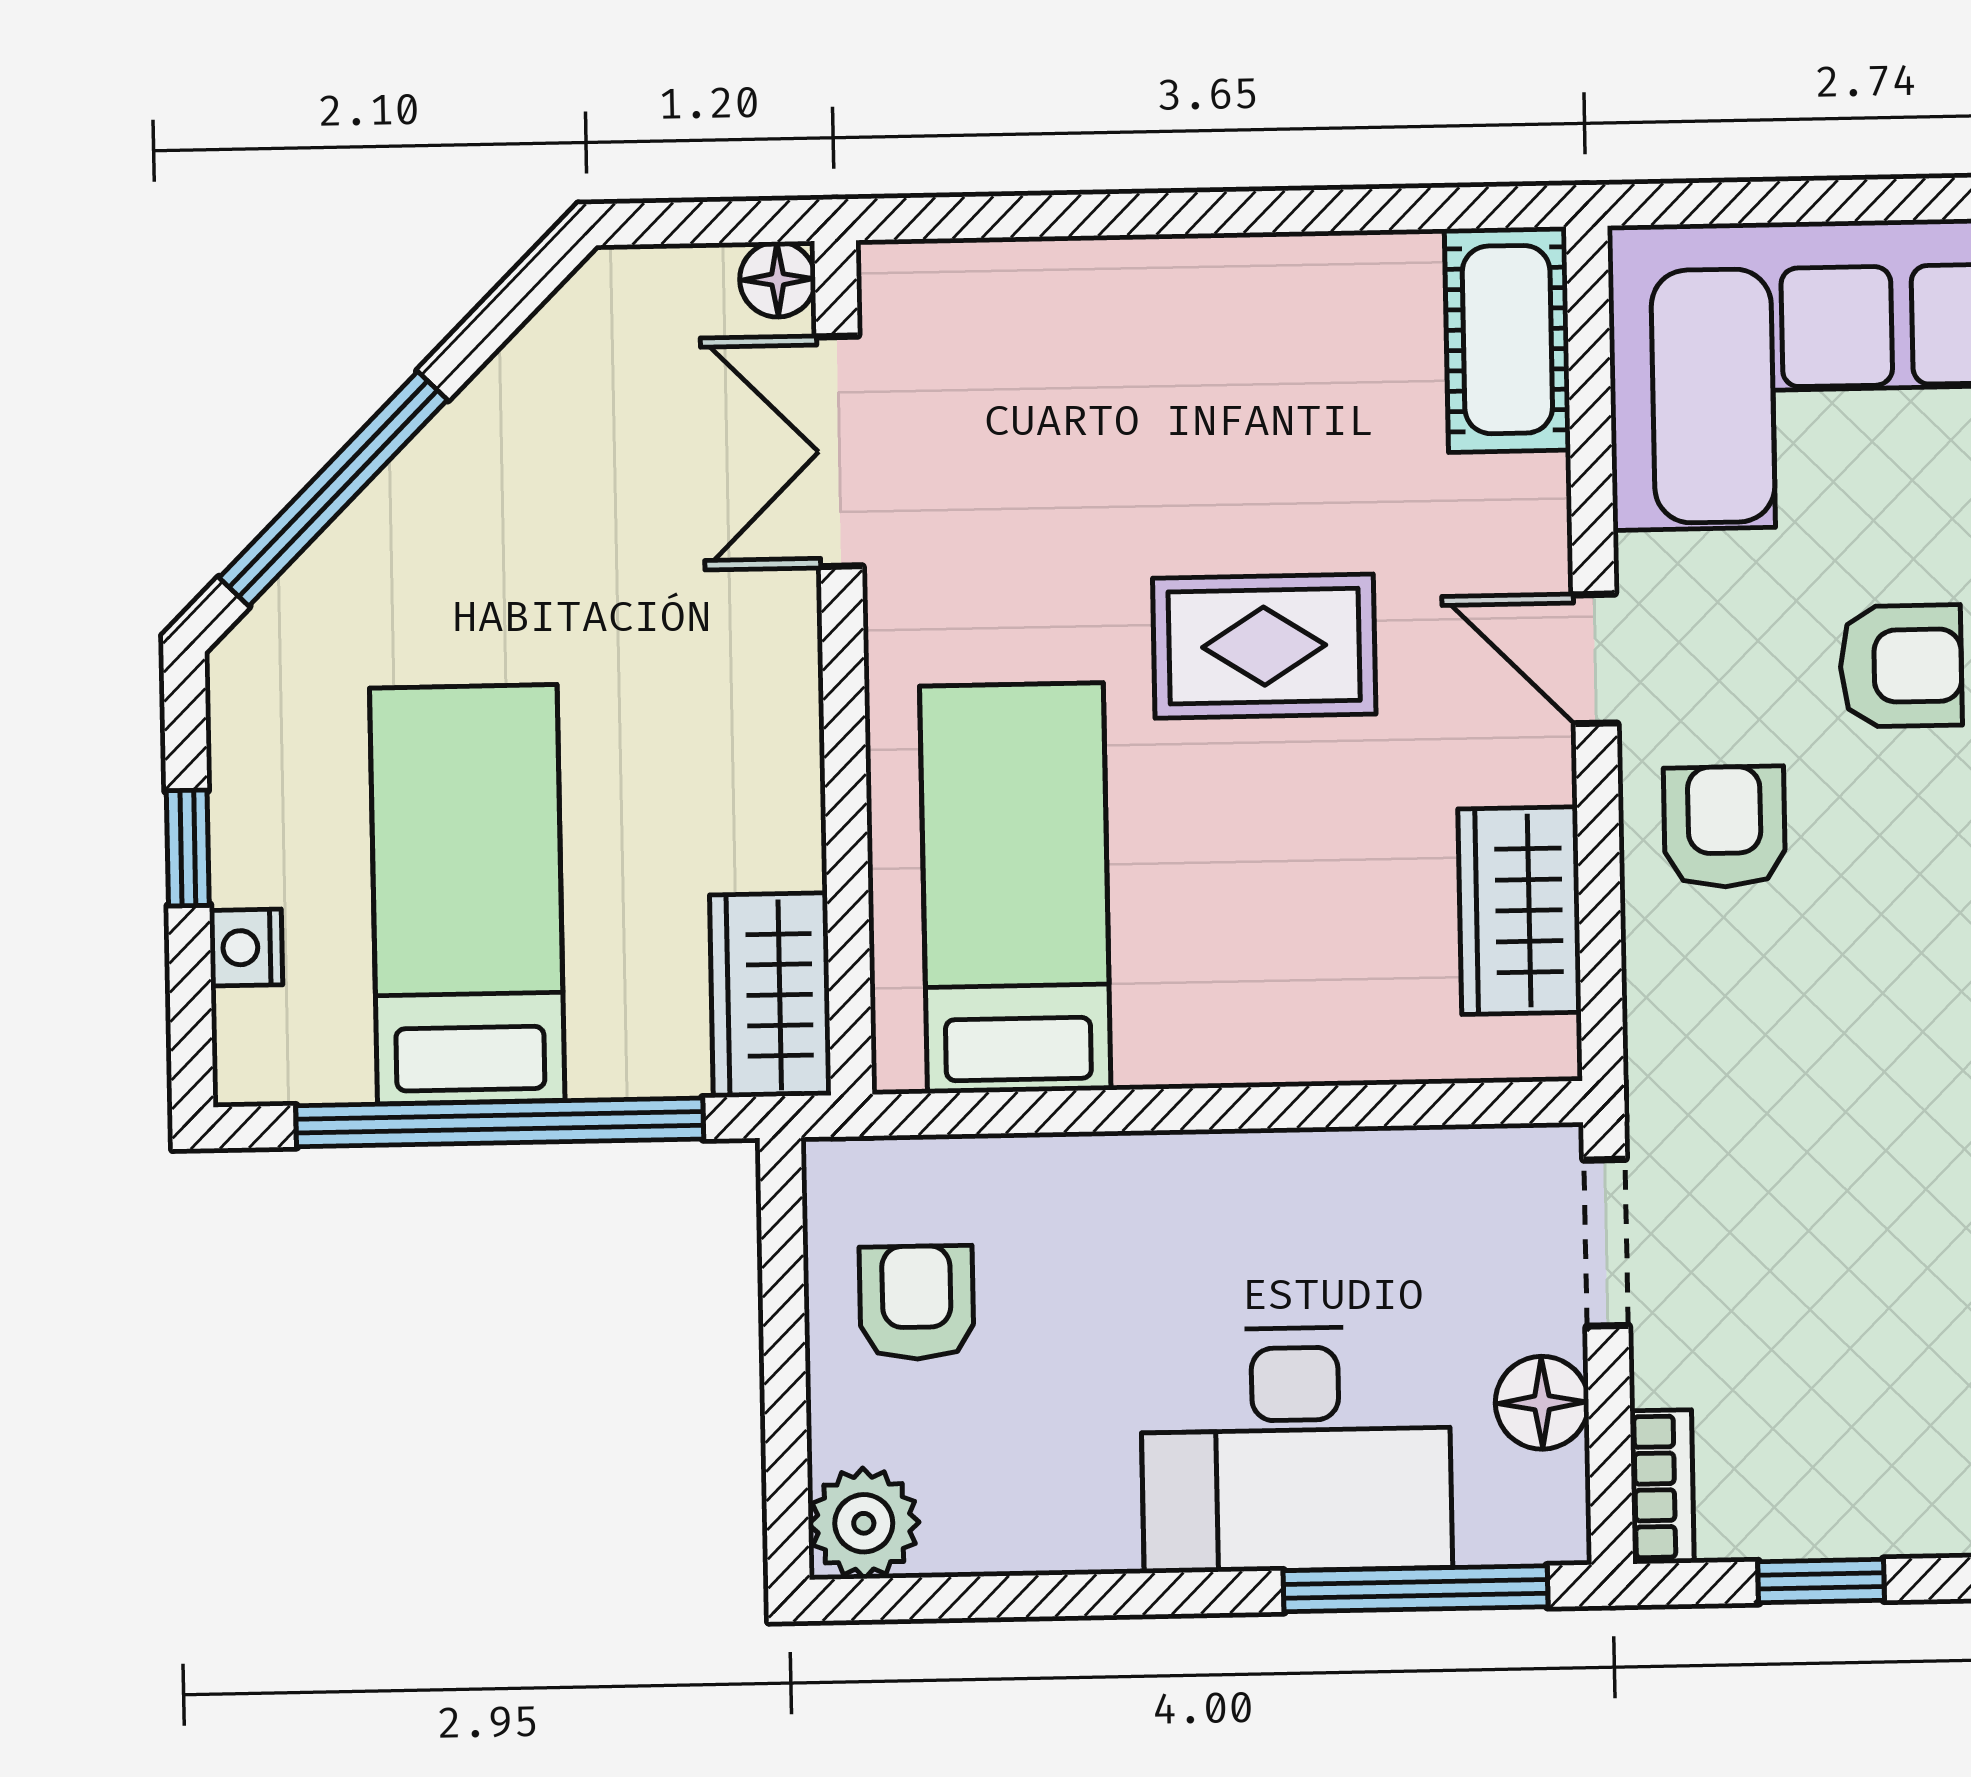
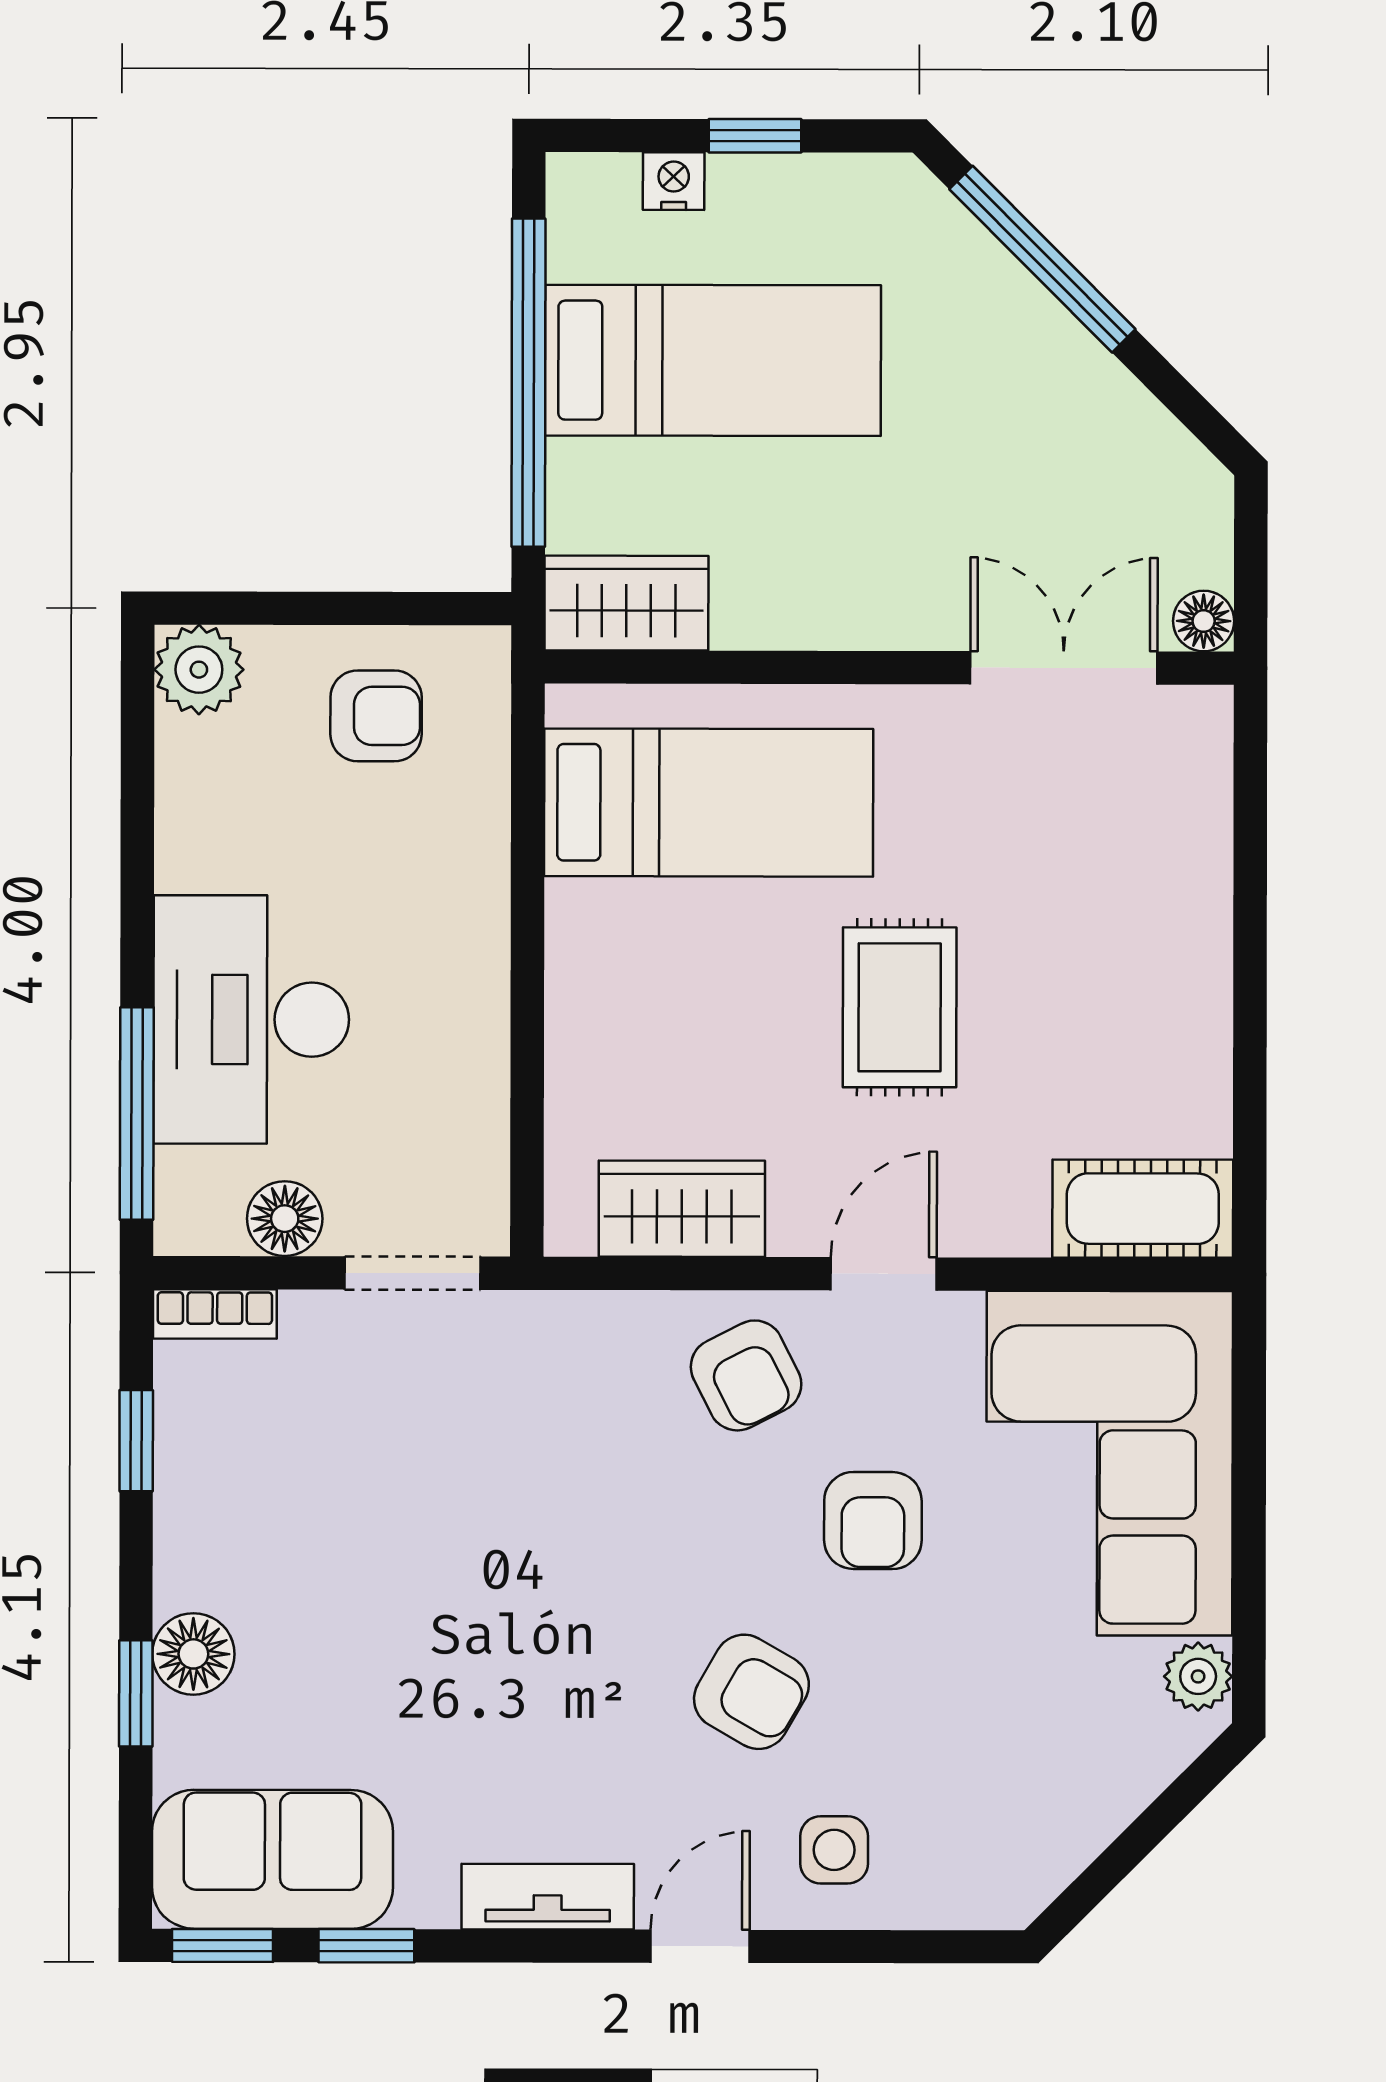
armchair: (1724, 827) -> (746, 1375), turned 63

